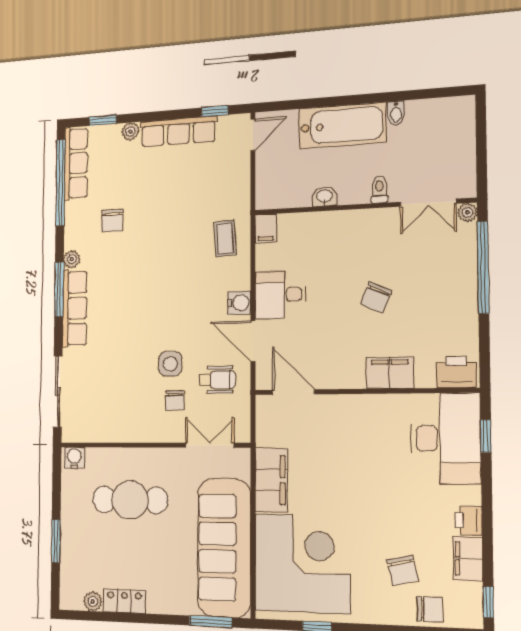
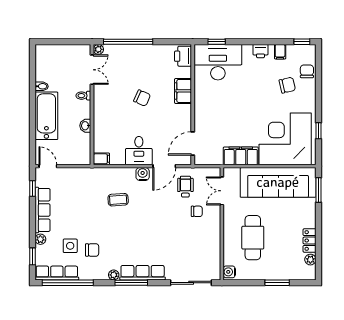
coffee table: (225, 238) -> (118, 200), moved
side table: (170, 364) -> (70, 246), moved
filing cabinet: (468, 559) -> (280, 52), width x0.50

